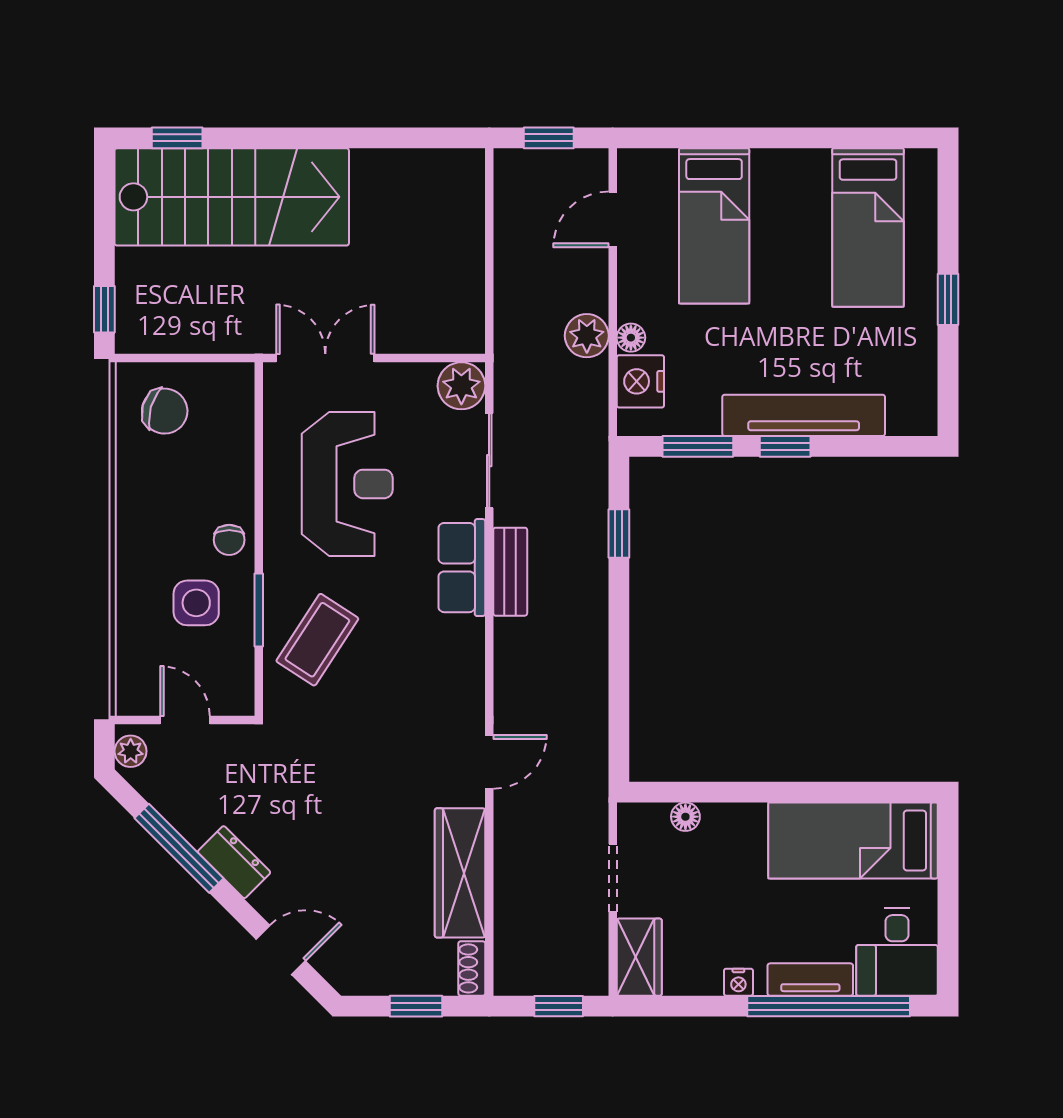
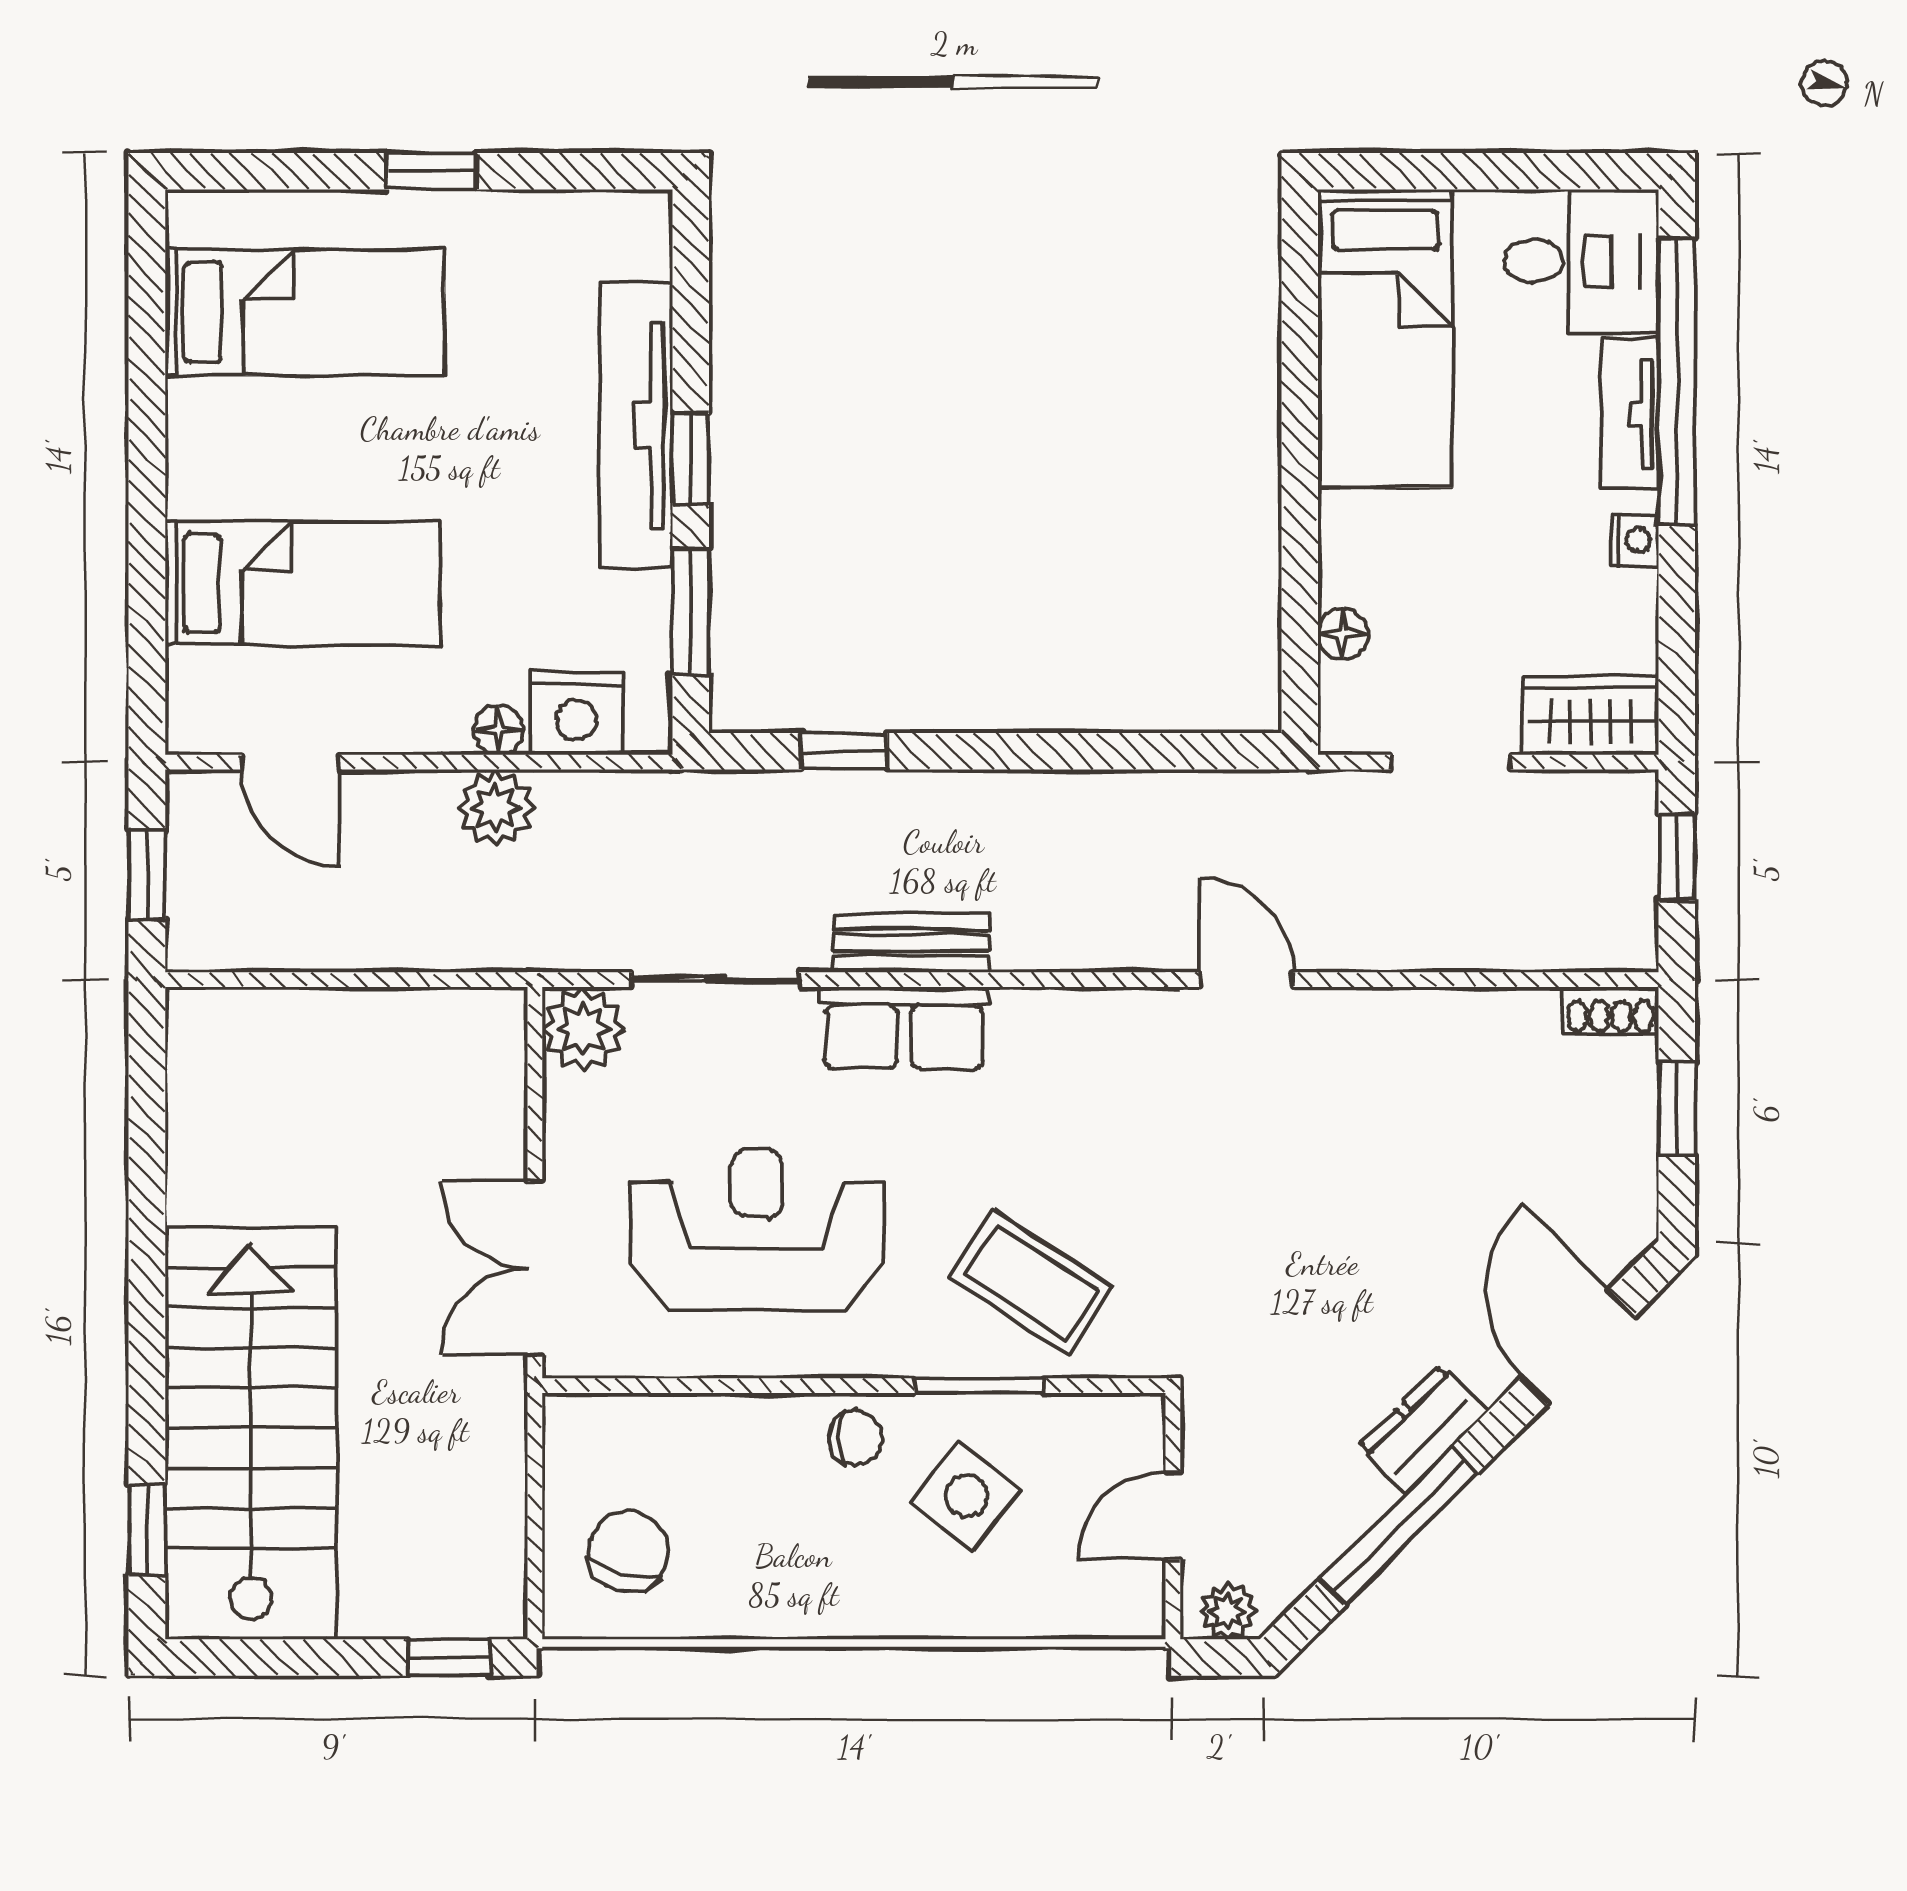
side table: (196, 603) -> (966, 1496), turned 38
wardrobe: (460, 873) -> (1442, 1031), removed
door: (281, 950) -> (1578, 1347), width x1.38

